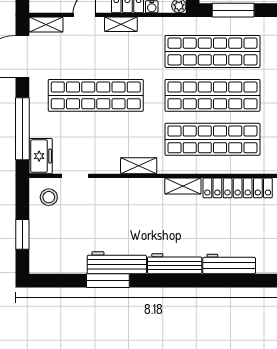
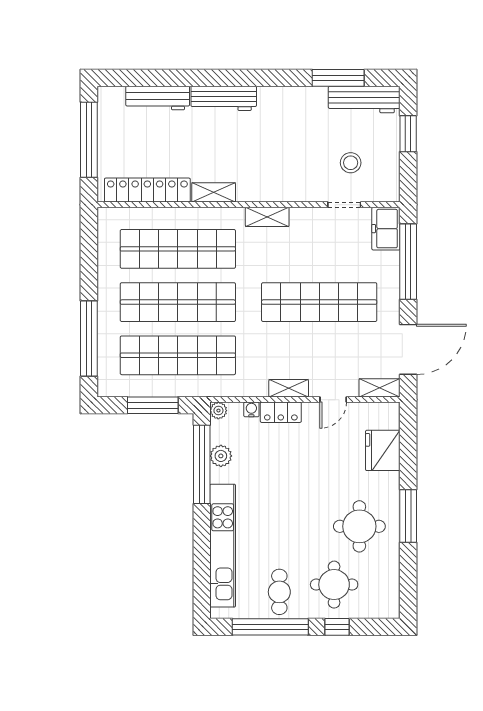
stool: (49, 197) -> (351, 163), moved
workbench: (117, 263) -> (364, 99), moved
window: (108, 281) -> (338, 78), moved

